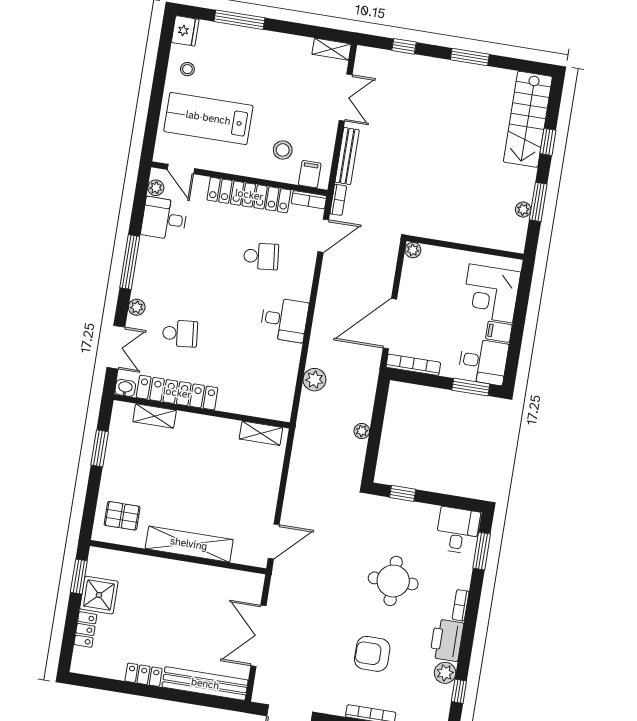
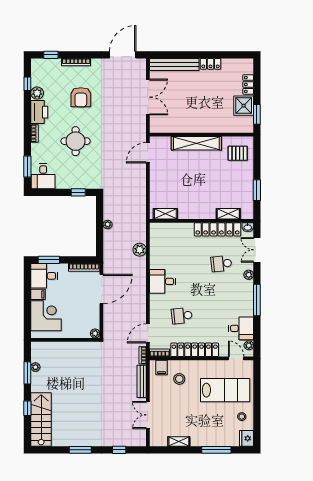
shelving: (332, 49) -> (179, 442), moved
armchair: (372, 654) -> (81, 97), turned 90

